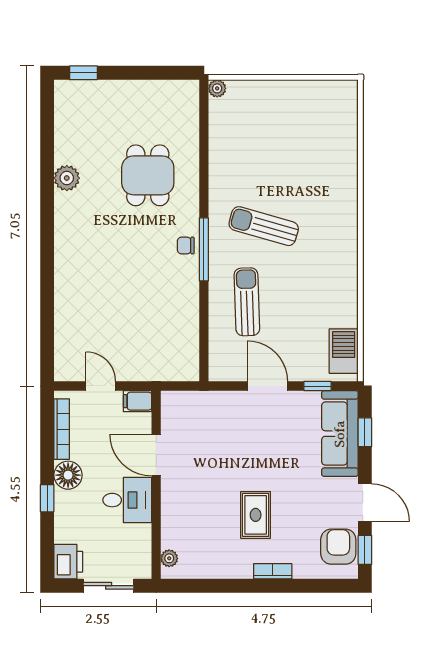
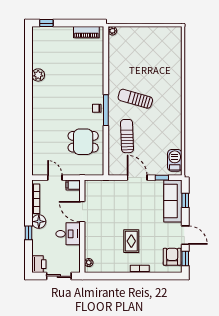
piano: (164, 91) -> (86, 32), added
dining table: (148, 175) -> (83, 142), moved, turned 90

